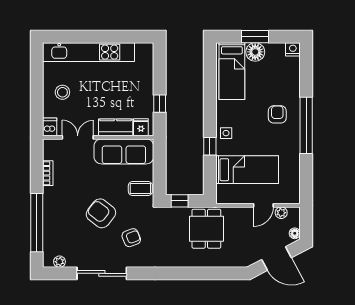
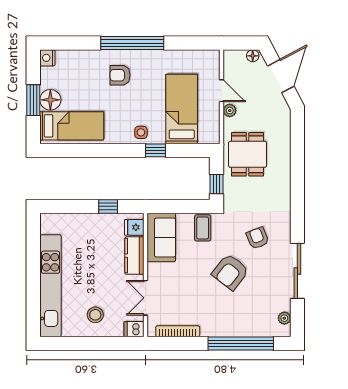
sofa: (124, 151) -> (161, 237), width x0.73
bookcase: (48, 173) -> (178, 331), width x1.56
plant: (281, 213) -> (230, 111), moved
dining table: (206, 229) -> (248, 154), turned 90

